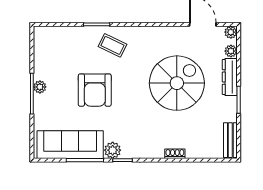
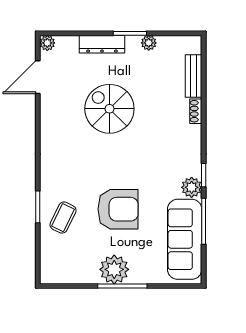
coffee table: (112, 45) -> (63, 218), moved
plant: (231, 51) -> (149, 43), moved
spiral stairs: (177, 83) -> (109, 109), width x0.73, depth x0.73
plant: (40, 87) -> (114, 269), width x1.87, depth x1.87
bench: (230, 140) -> (194, 76), moved, turned 90

